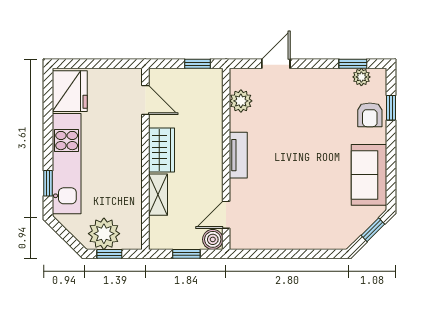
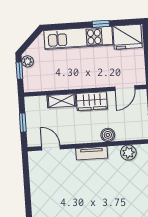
window: (48, 183) -> (101, 24), moved
plant: (104, 234) -> (28, 61), width x0.53, depth x0.53
boiler: (213, 239) -> (108, 135), moved

